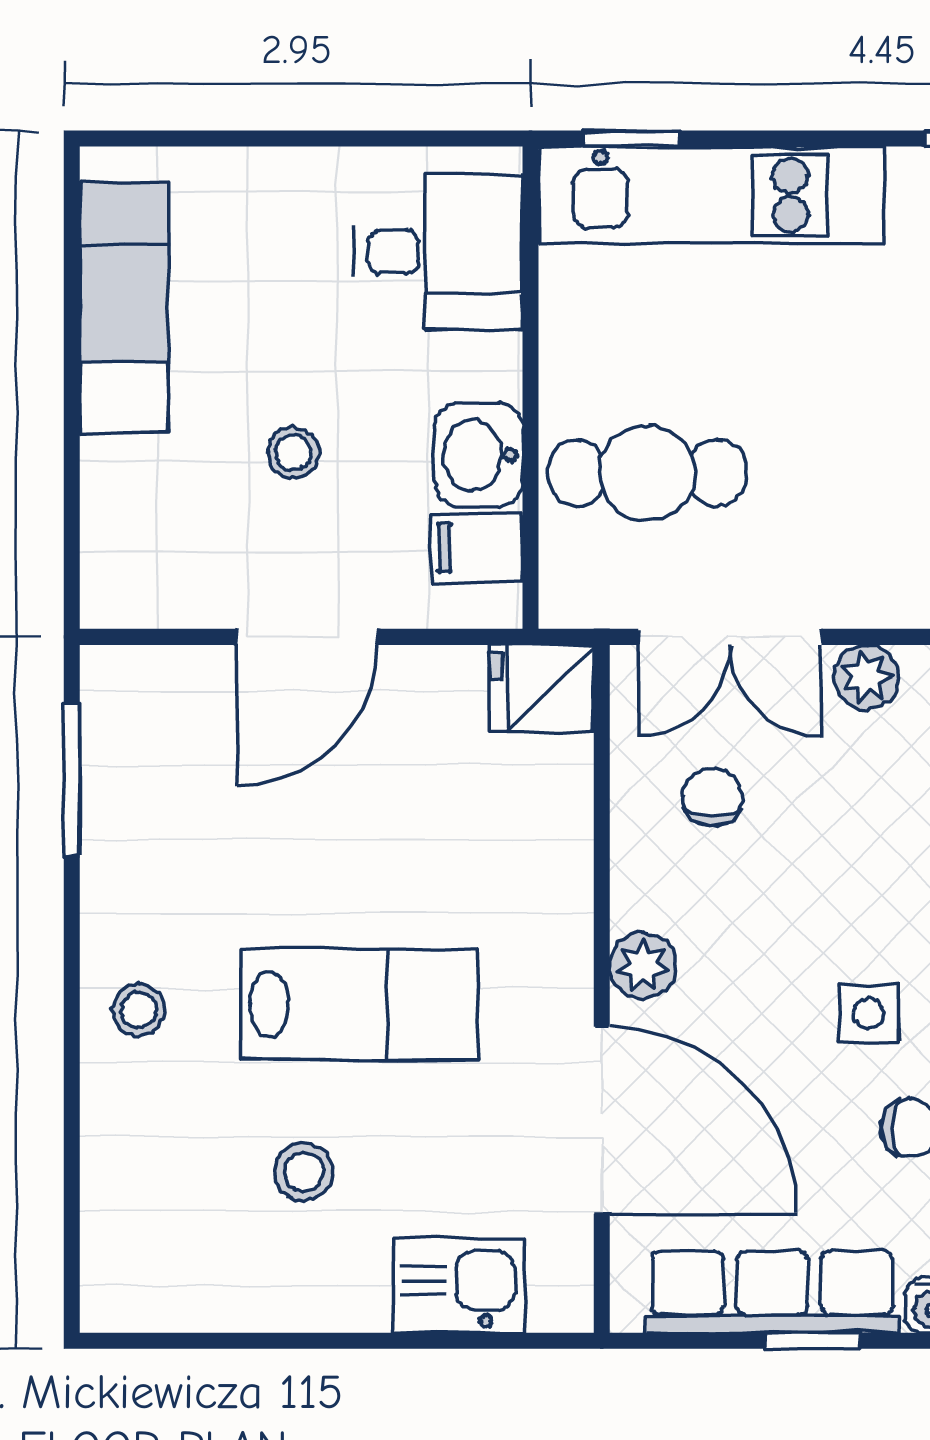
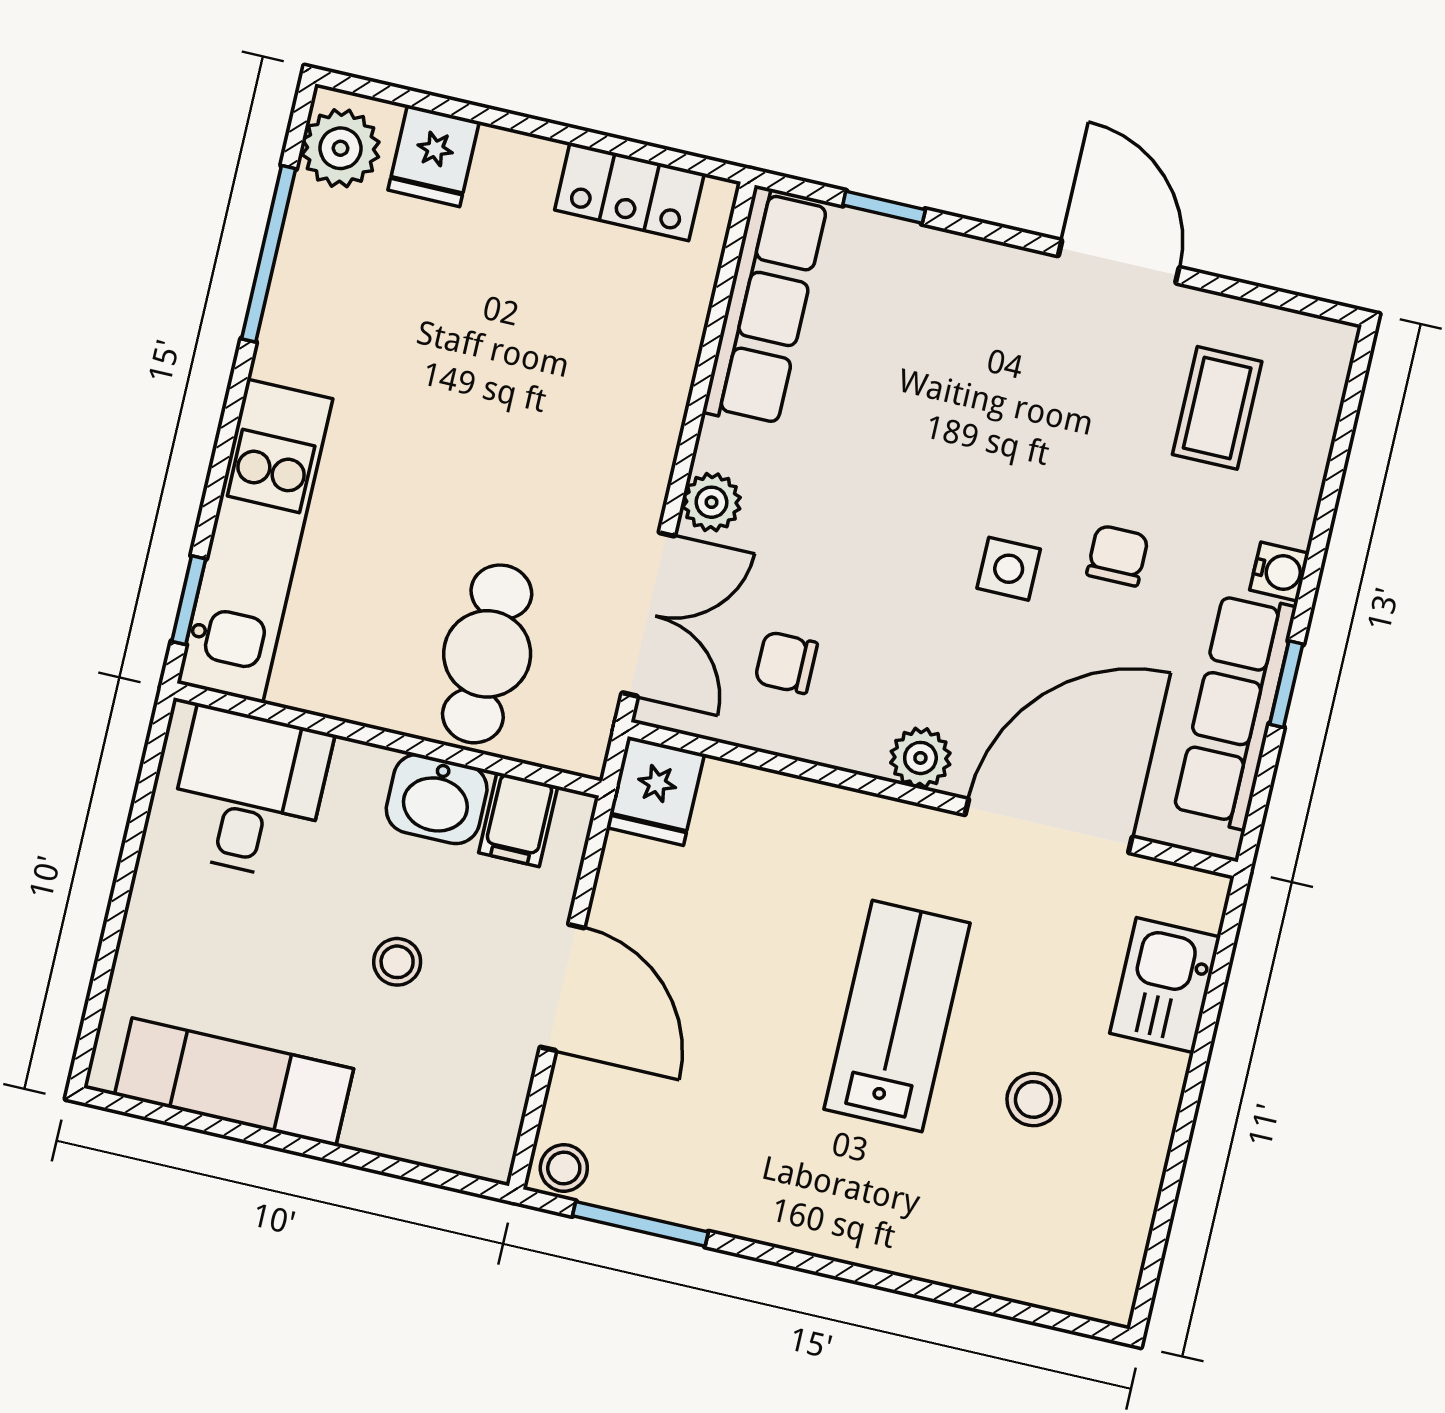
stool: (139, 1010) -> (564, 1168), moved

